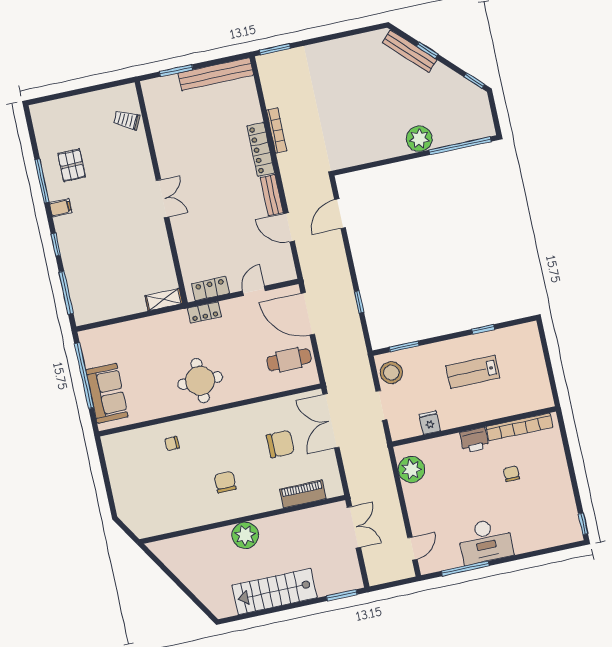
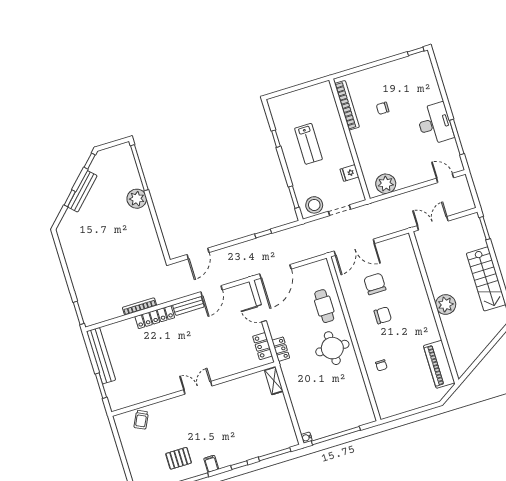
bench: (410, 51) -> (82, 191), moved
door: (340, 214) -> (198, 254), hinge flipped
water cooler: (85, 337) -> (306, 438), added
cafe table: (289, 360) -> (324, 306), moved
sofa: (107, 393) -> (348, 417), removed
printer: (474, 440) -> (360, 138), removed
chair: (225, 482) -> (383, 315), moved, turned 180
piano: (303, 494) -> (439, 364), moved, width x1.37, depth x1.33

